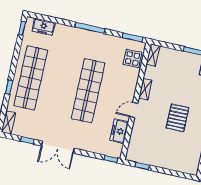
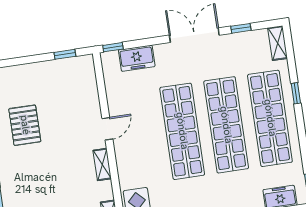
shop shelf: (59, 84) -> (226, 125), added
pallet: (177, 118) -> (25, 125), moved
freezer: (119, 131) -> (137, 58), moved, turned 90

